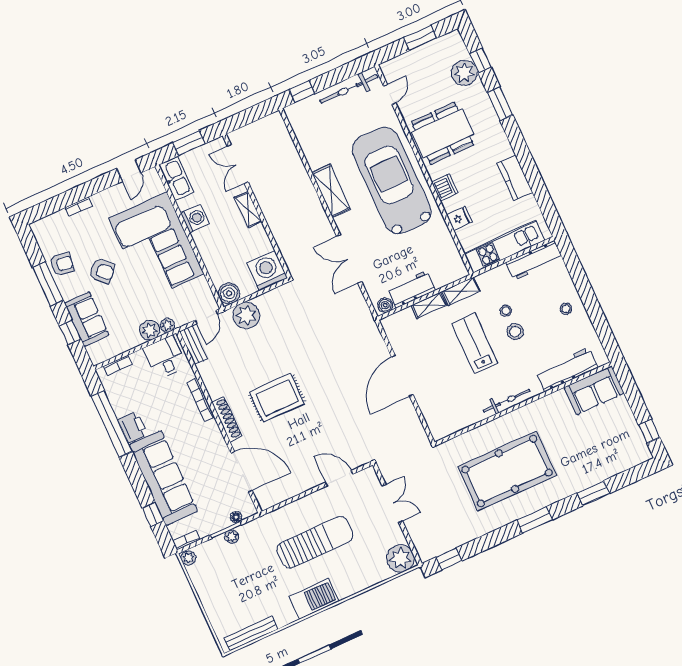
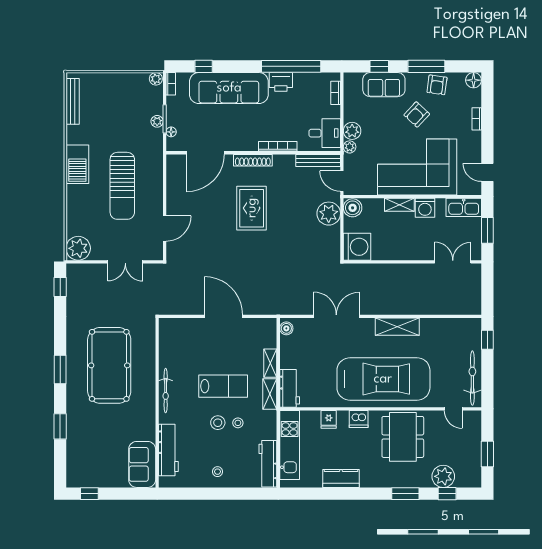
shelving: (248, 209) -> (399, 205), moved
floor lamp: (40, 228) -> (474, 80), added
workbench: (411, 289) -> (290, 388), moved
bench: (193, 345) -> (318, 160), width x1.36

